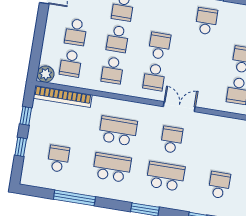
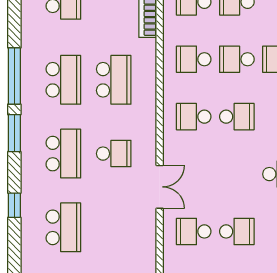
double door: (179, 107) -> (160, 187), moved
school desk: (219, 185) -> (63, 227), width x1.85
window: (74, 198) -> (14, 76), moved

